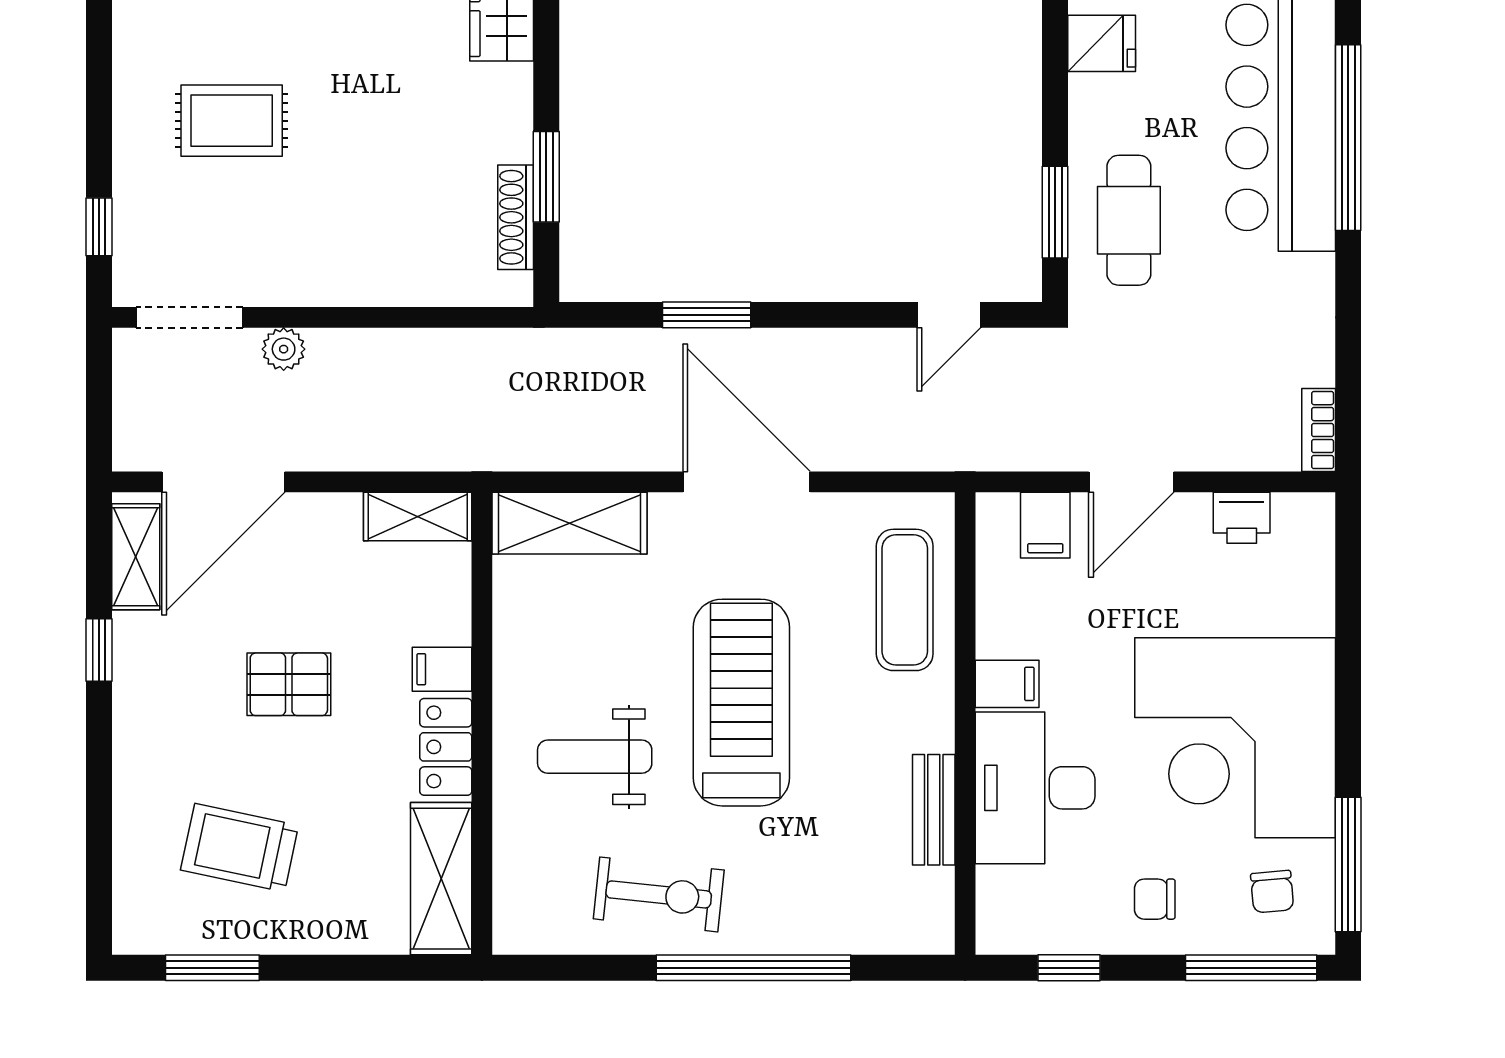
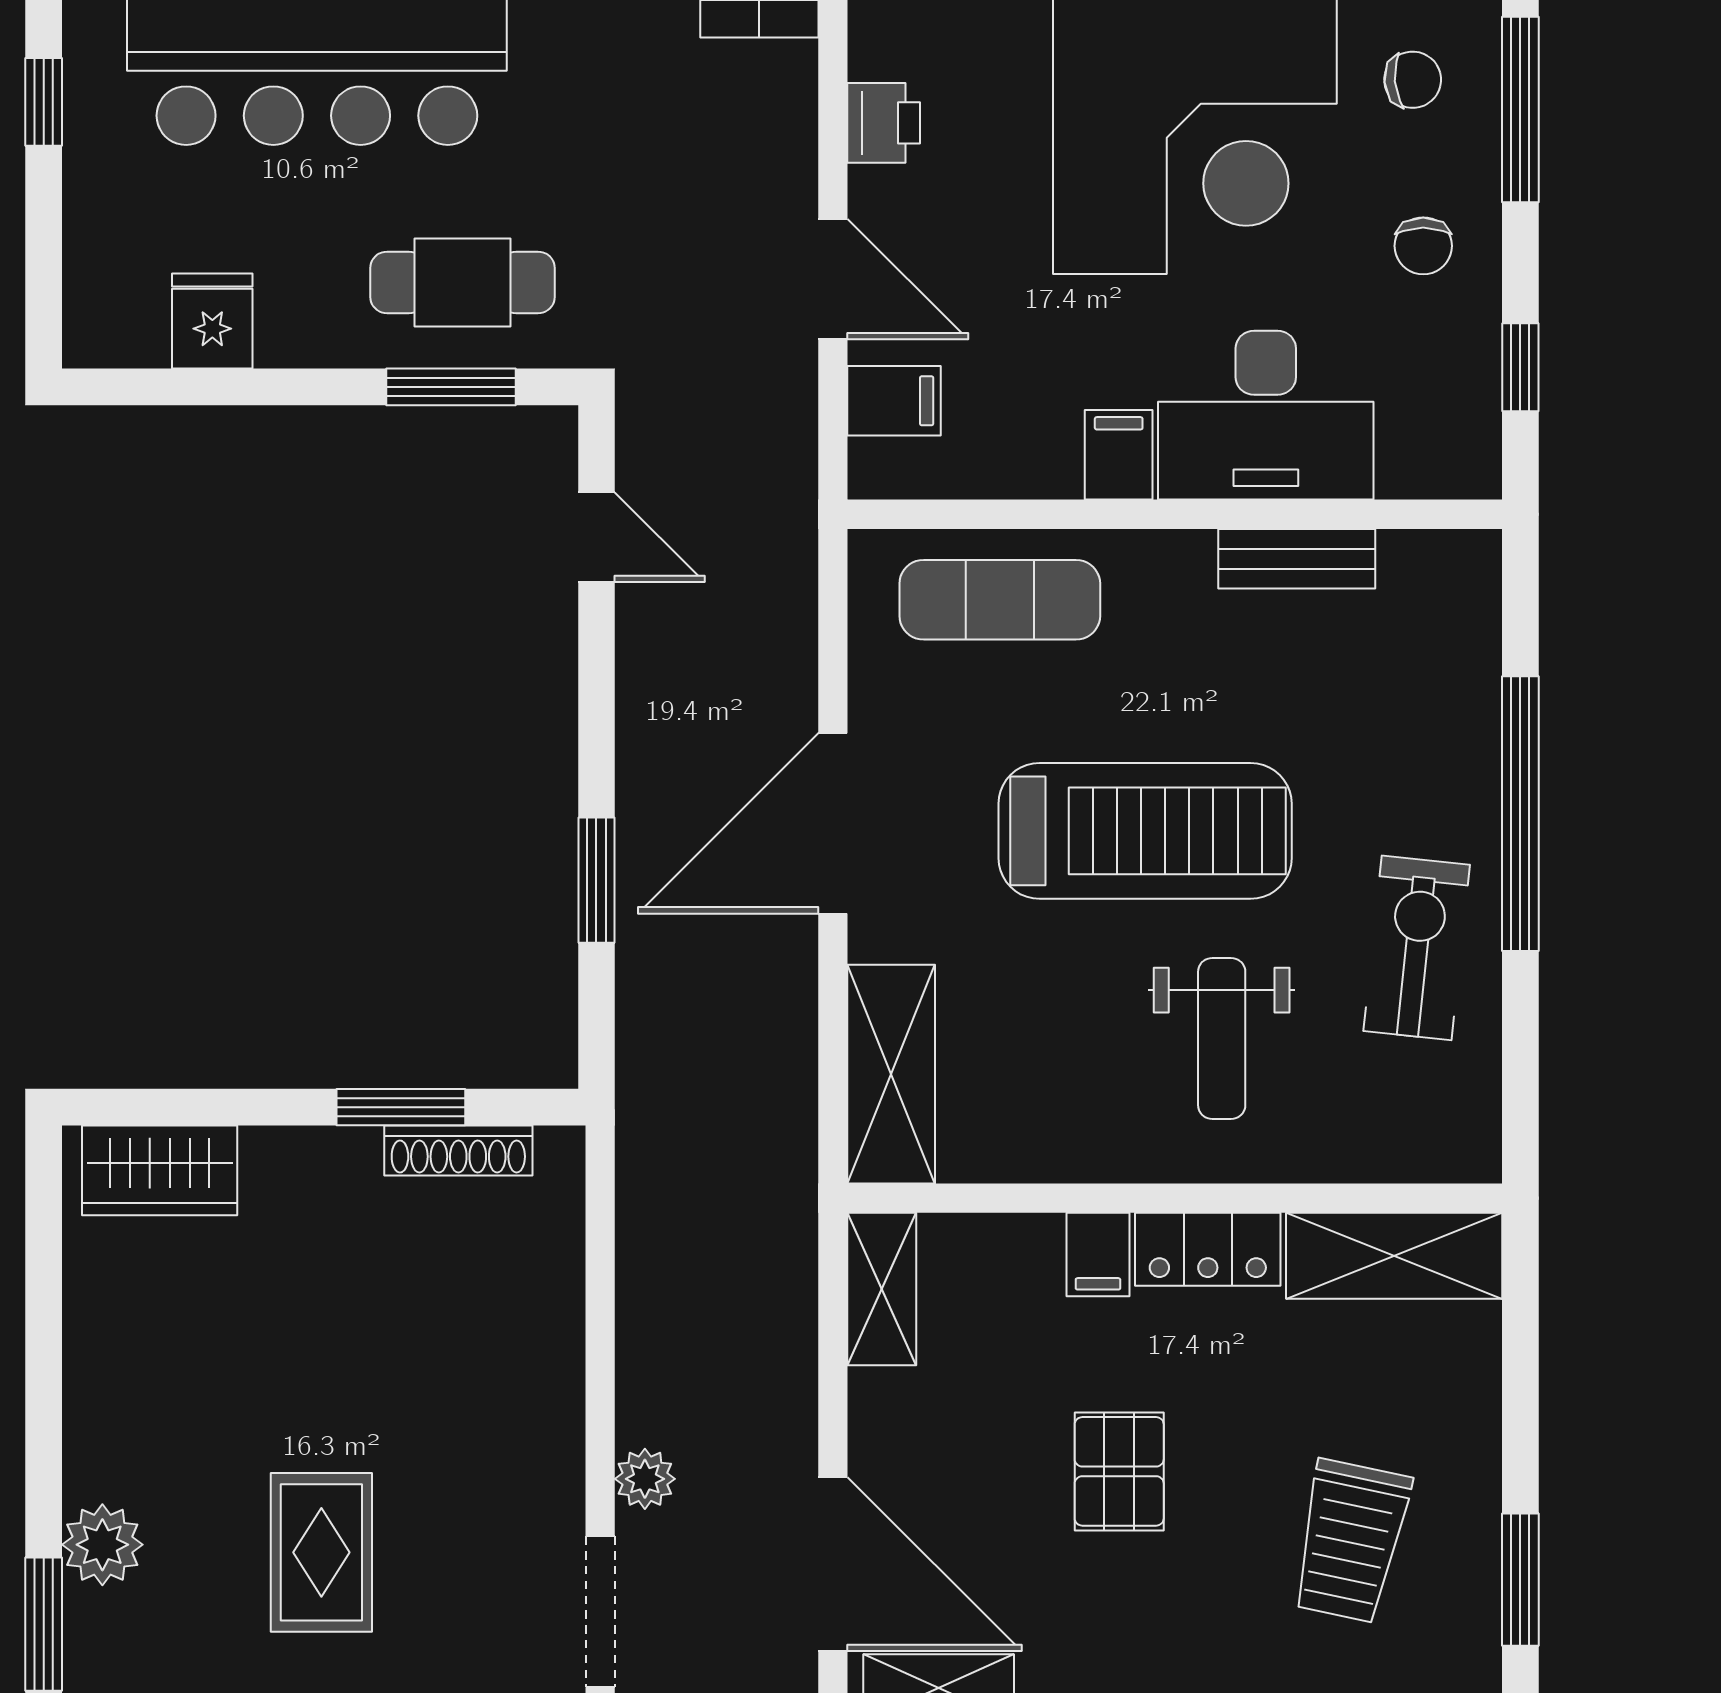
treadmill: (741, 703) -> (1145, 831), turned 180

